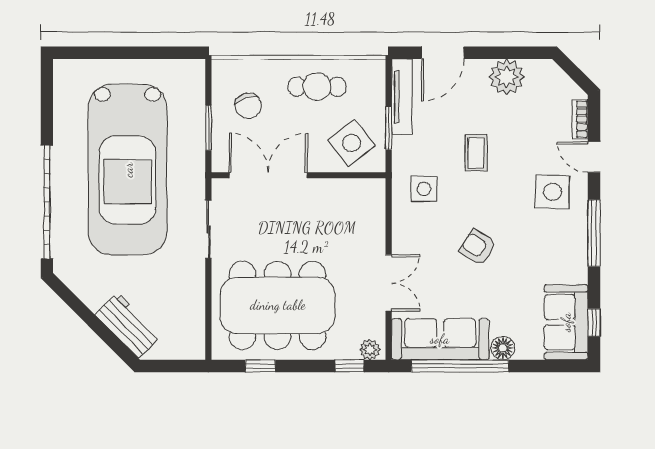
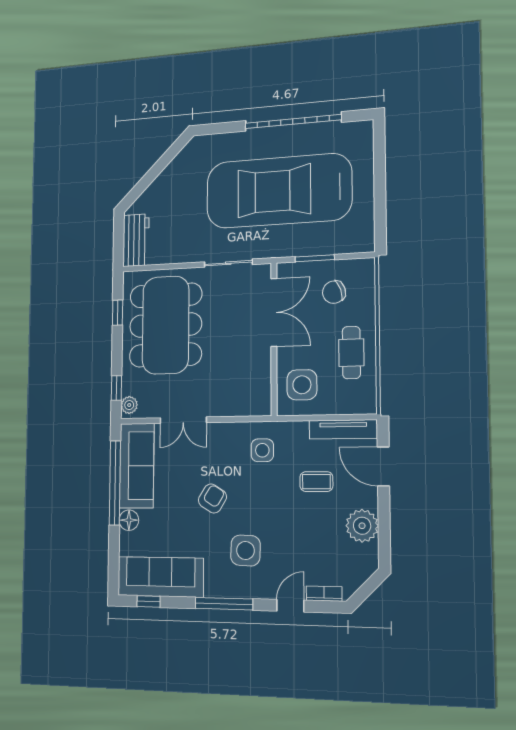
window: (389, 128) -> (315, 418), removed
side table: (351, 143) -> (302, 385), turned 38
coffee table: (476, 153) -> (316, 482), moved
side table: (552, 192) -> (245, 550), moved
garage door: (47, 202) -> (293, 121), moved
sofa: (566, 322) -> (160, 577), width x1.36
workbench: (128, 325) -> (136, 240), moved, turned -45

